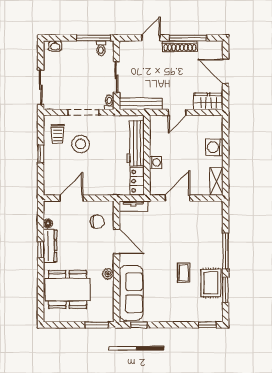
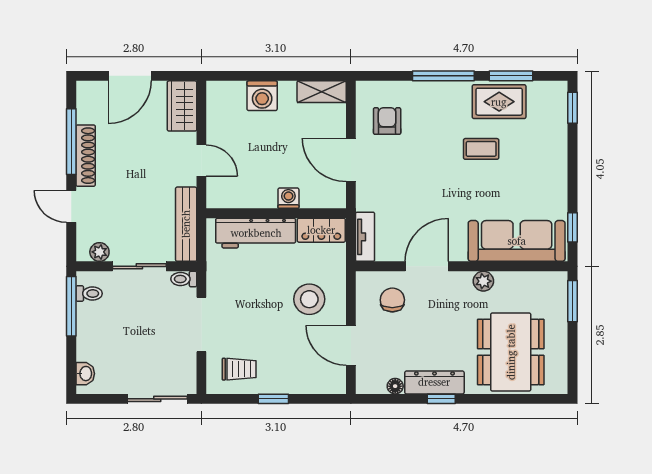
plant: (125, 54) -> (99, 252), added
stool: (81, 144) -> (309, 299), moved
armchair: (200, 219) -> (387, 121), added

